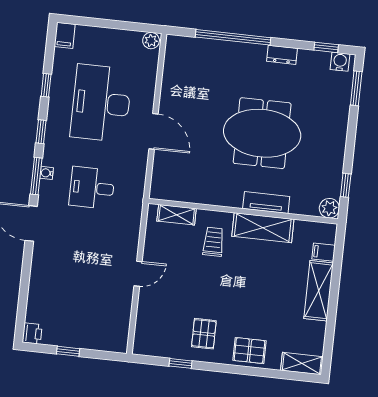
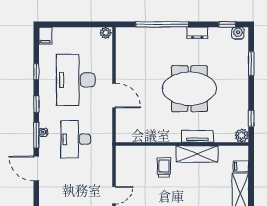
window: (356, 88) -> (251, 64), moved
desk: (92, 188) -> (76, 139), width x1.37
shelving: (177, 215) -> (136, 151), removed

